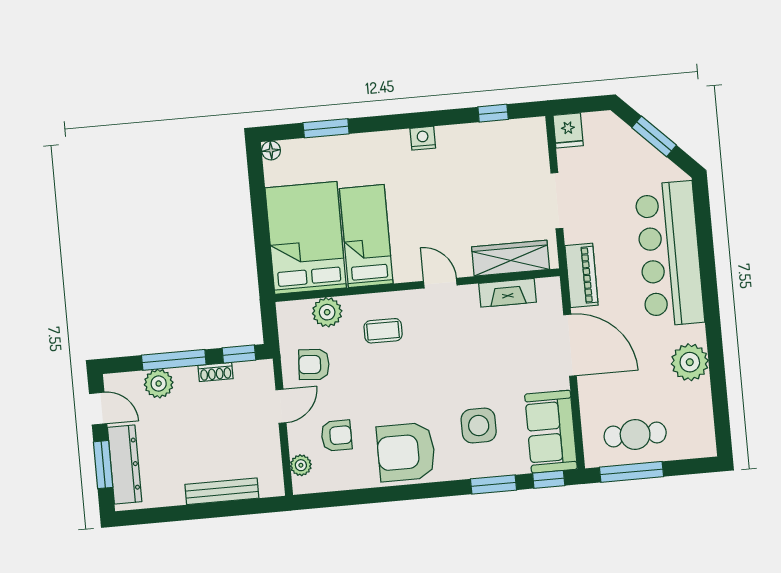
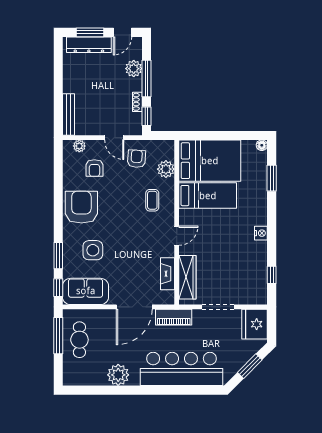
fridge: (568, 130) -> (254, 324), width x1.88, depth x1.34
bench: (222, 491) -> (68, 115), moved

